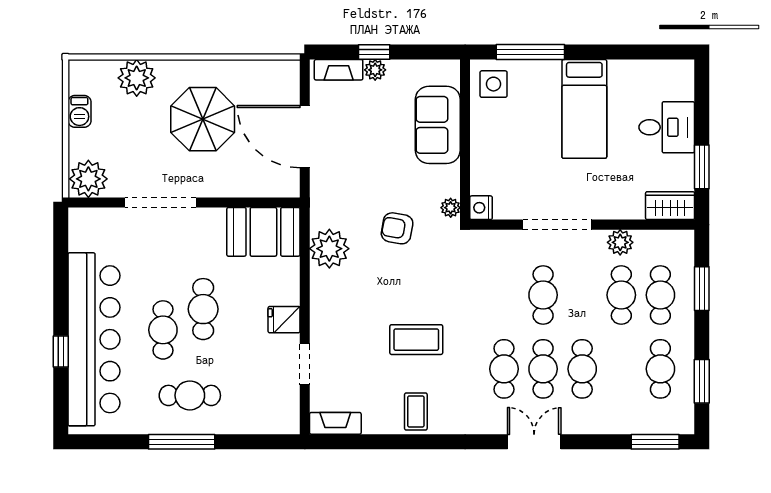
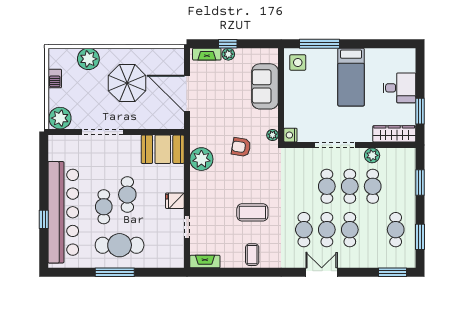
wardrobe: (670, 206) -> (394, 134), width x1.50
cafe table: (660, 295) -> (350, 186), moved
cafe table: (190, 395) -> (120, 245), width x1.37, depth x1.35

